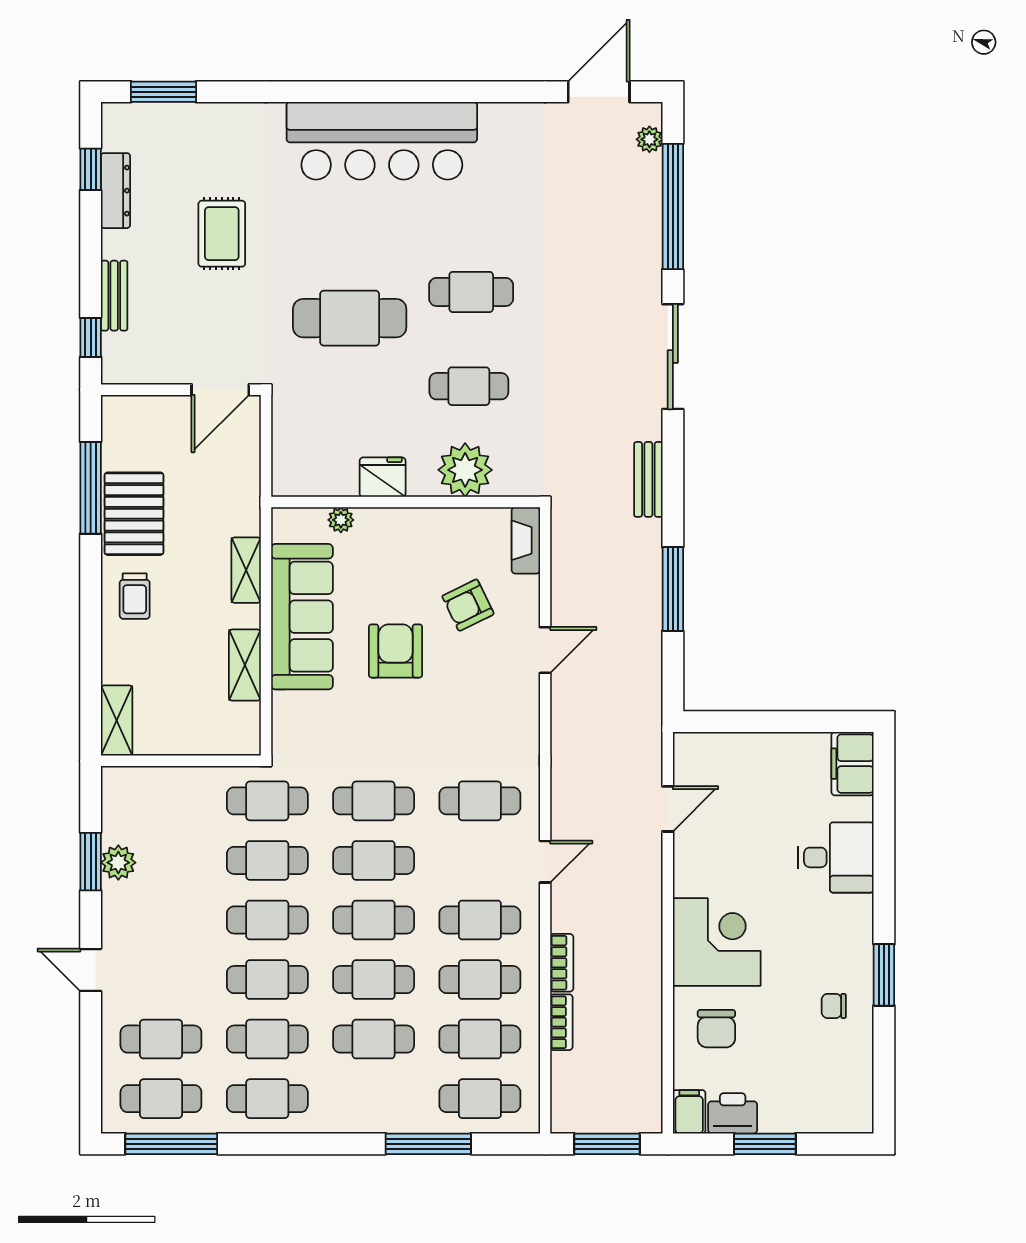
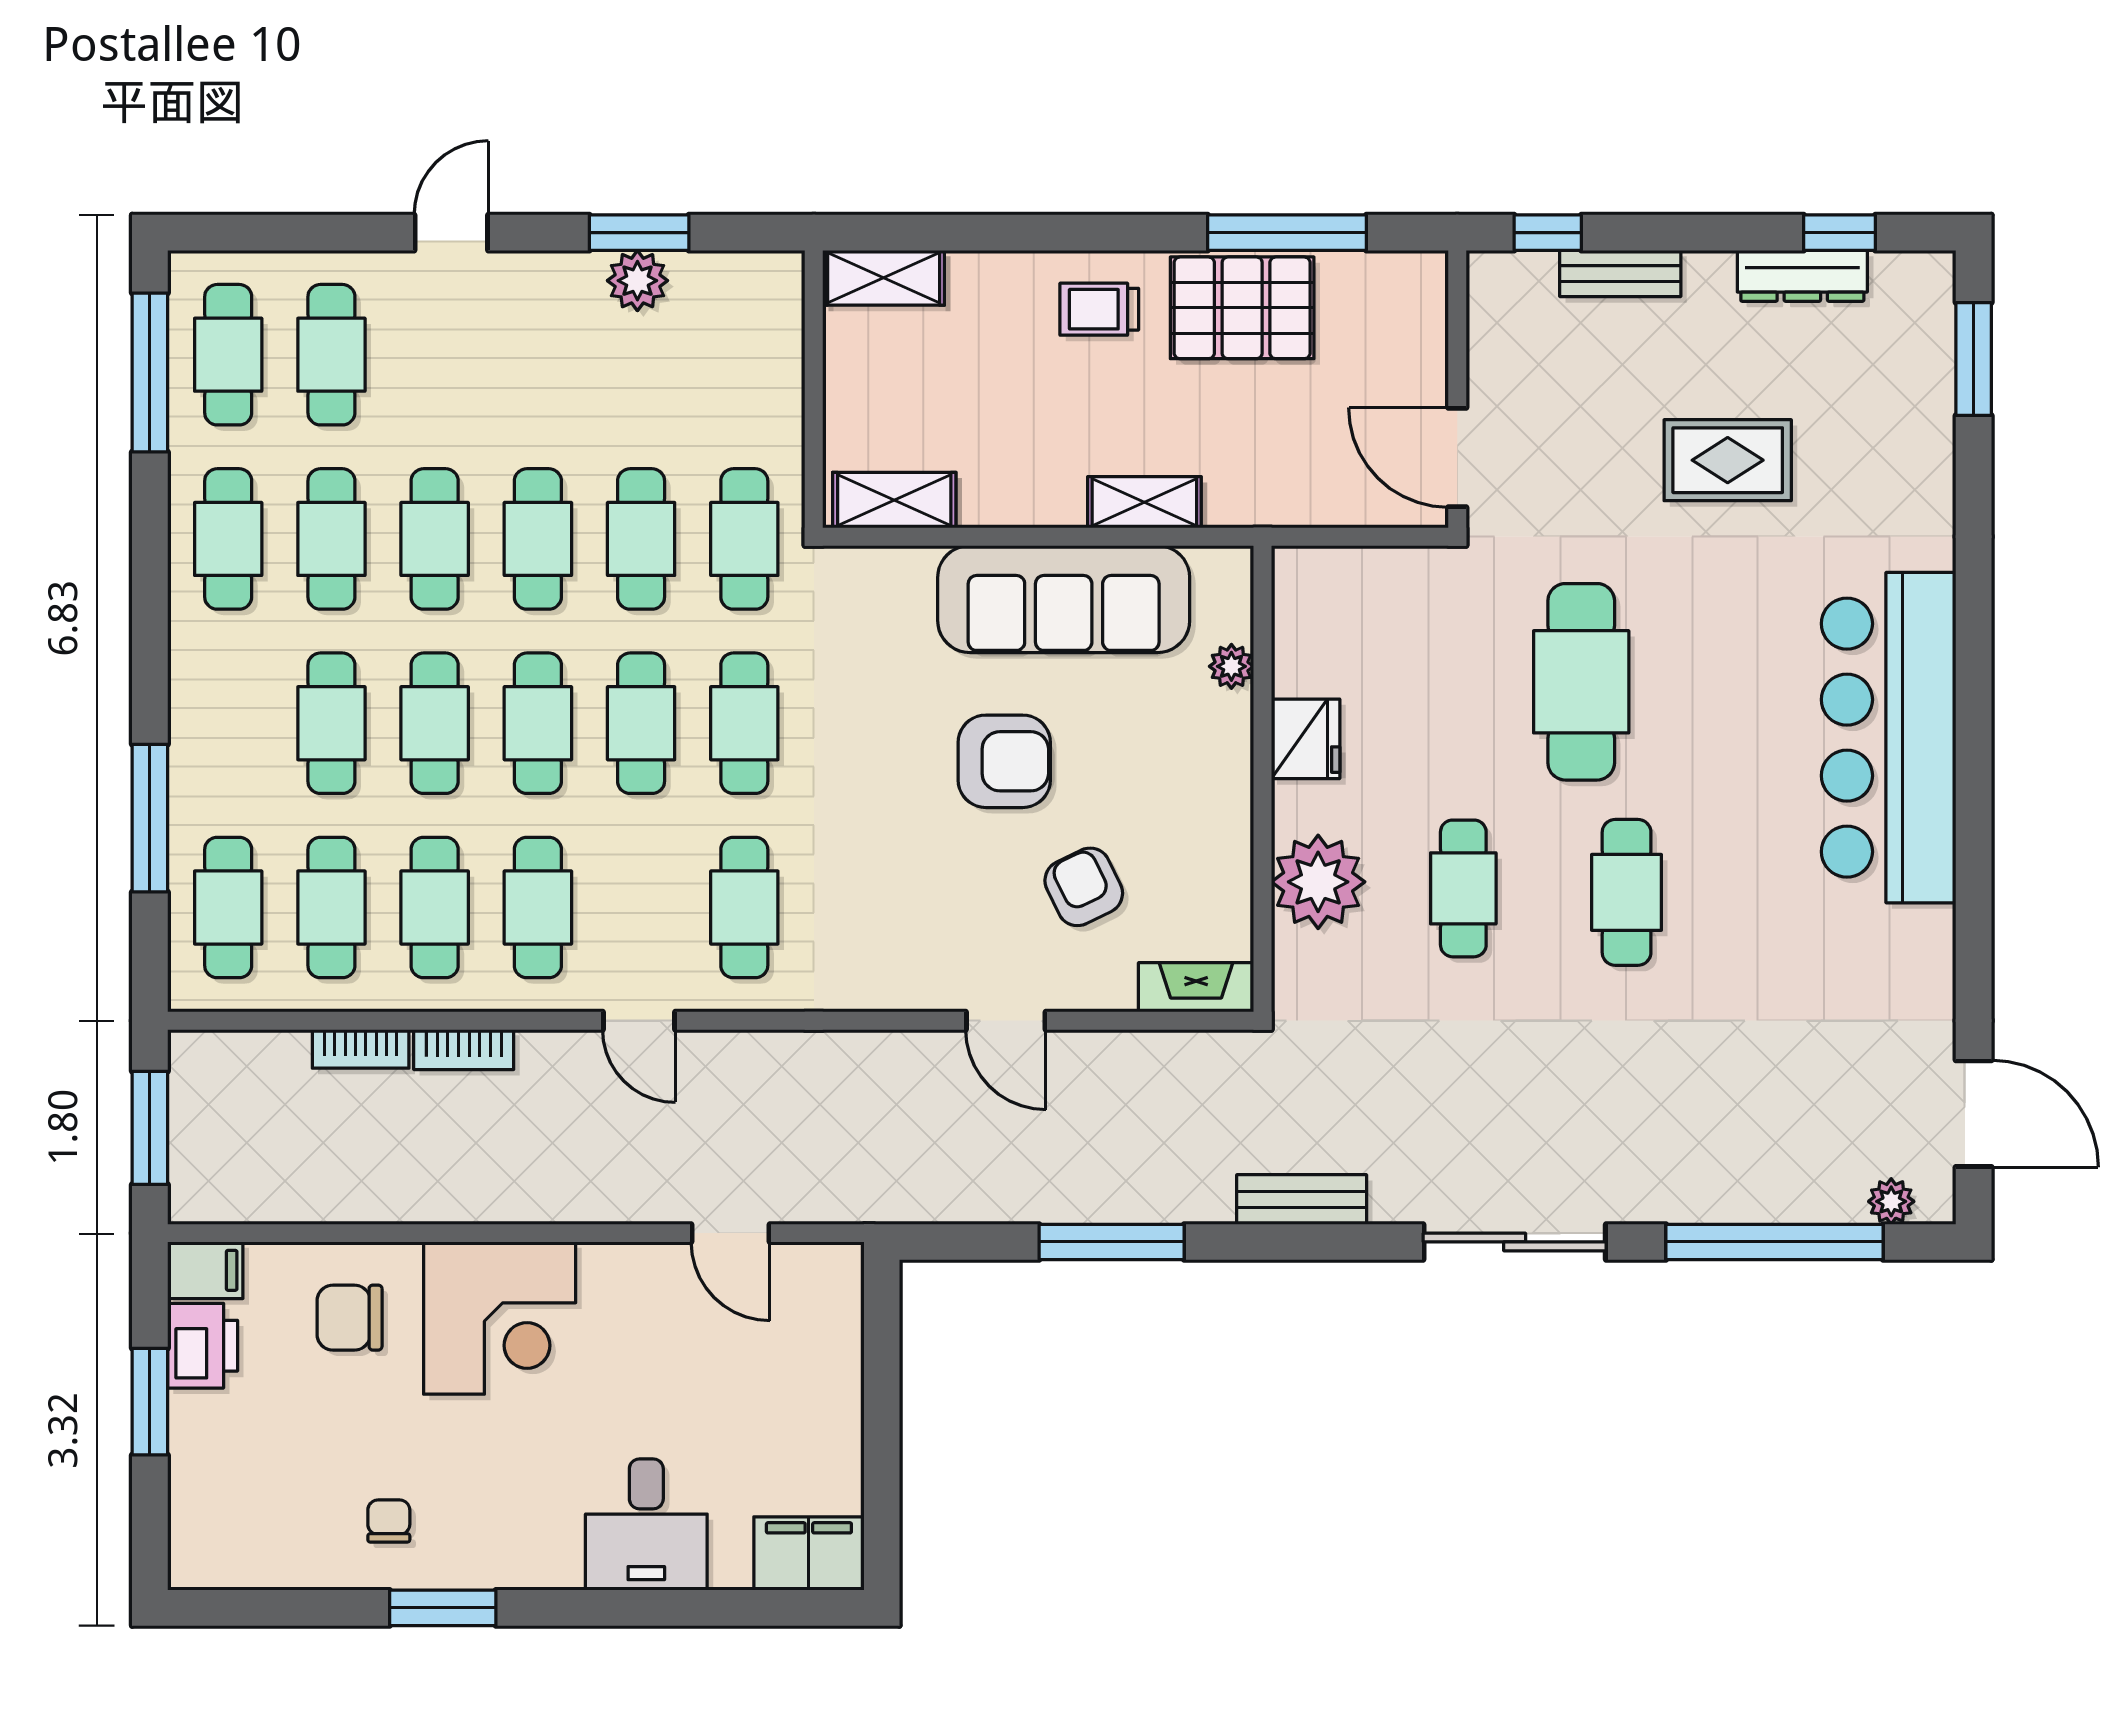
shelving: (245, 665) -> (894, 500), moved

